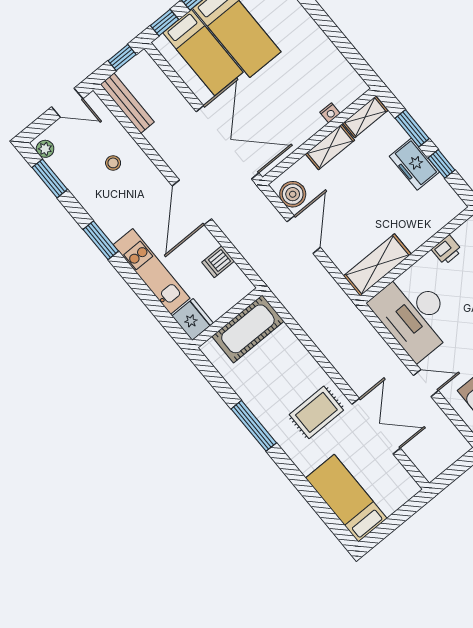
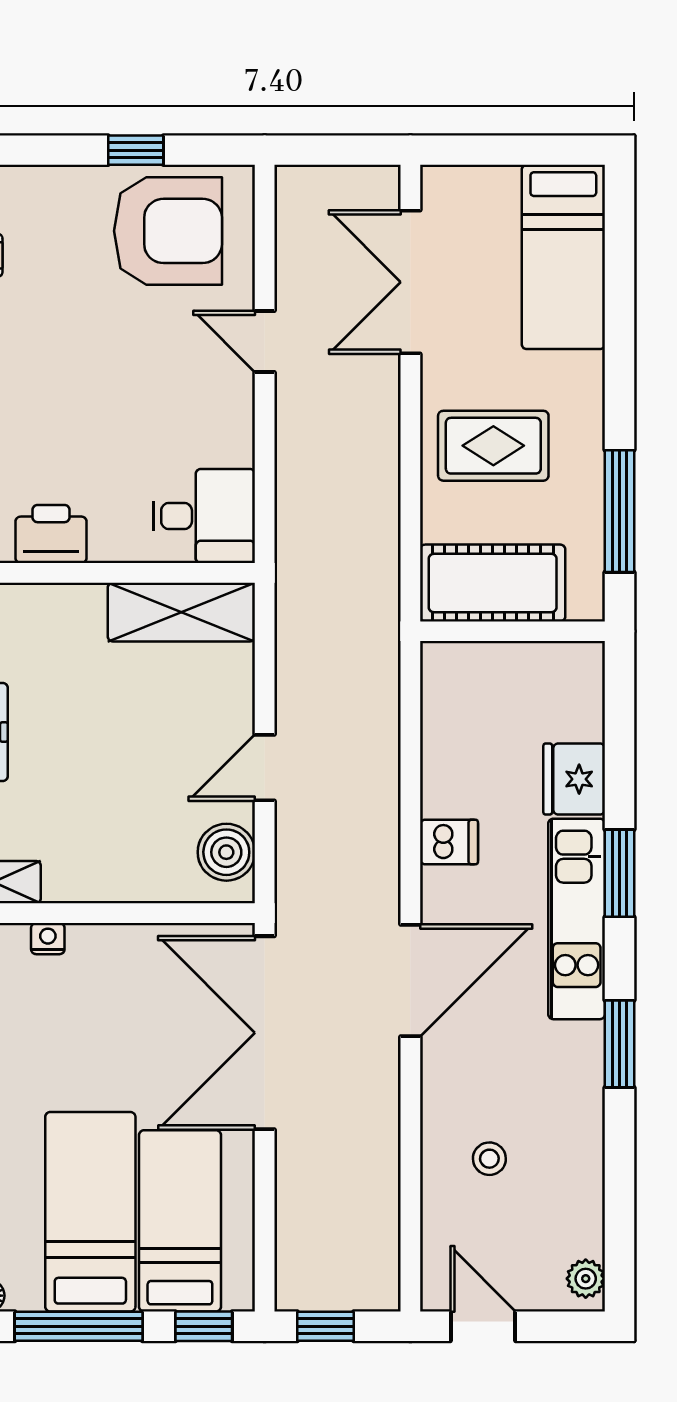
bench: (127, 103) -> (381, 1241), removed
shelving: (330, 147) -> (96, 880), removed
window: (50, 178) -> (619, 873), moved
door: (304, 235) -> (265, 768), width x0.73
printer: (447, 250) -> (51, 534), width x1.36, depth x1.24
desk: (414, 315) -> (204, 516), width x0.53, depth x0.77
wall: (227, 318) -> (513, 631), moved
cot: (248, 329) -> (493, 583), moved
double door: (376, 426) -> (410, 282), moved

